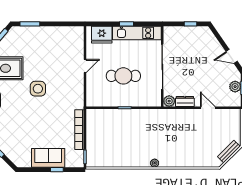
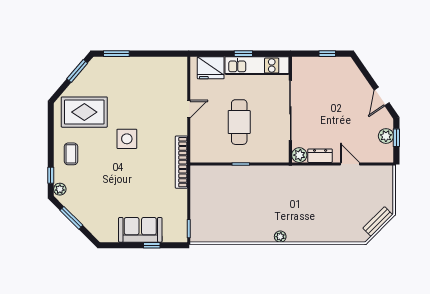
door: (232, 56) -> (382, 96), hinge flipped
cafe table: (123, 76) -> (239, 122), turned 90
bookcase: (79, 130) -> (181, 162), moved

